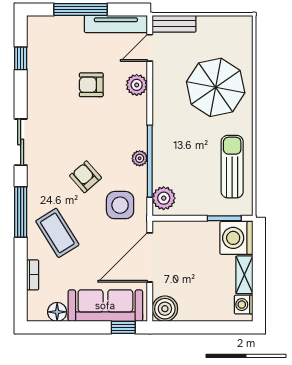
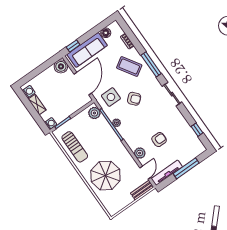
washing machine: (236, 238) -> (51, 123), width x0.53, depth x0.53

